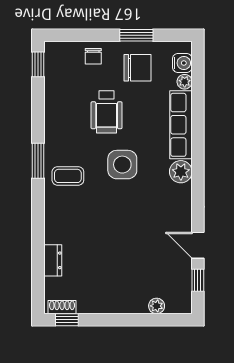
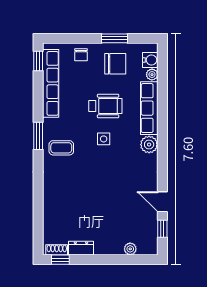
row of seats: (54, 93) -> (51, 83), added
wheelchair: (107, 112) -> (105, 106), moved, turned -90
side table: (122, 165) -> (104, 139), width x0.54, depth x0.54
dresser: (53, 260) -> (81, 248), moved, turned -90

